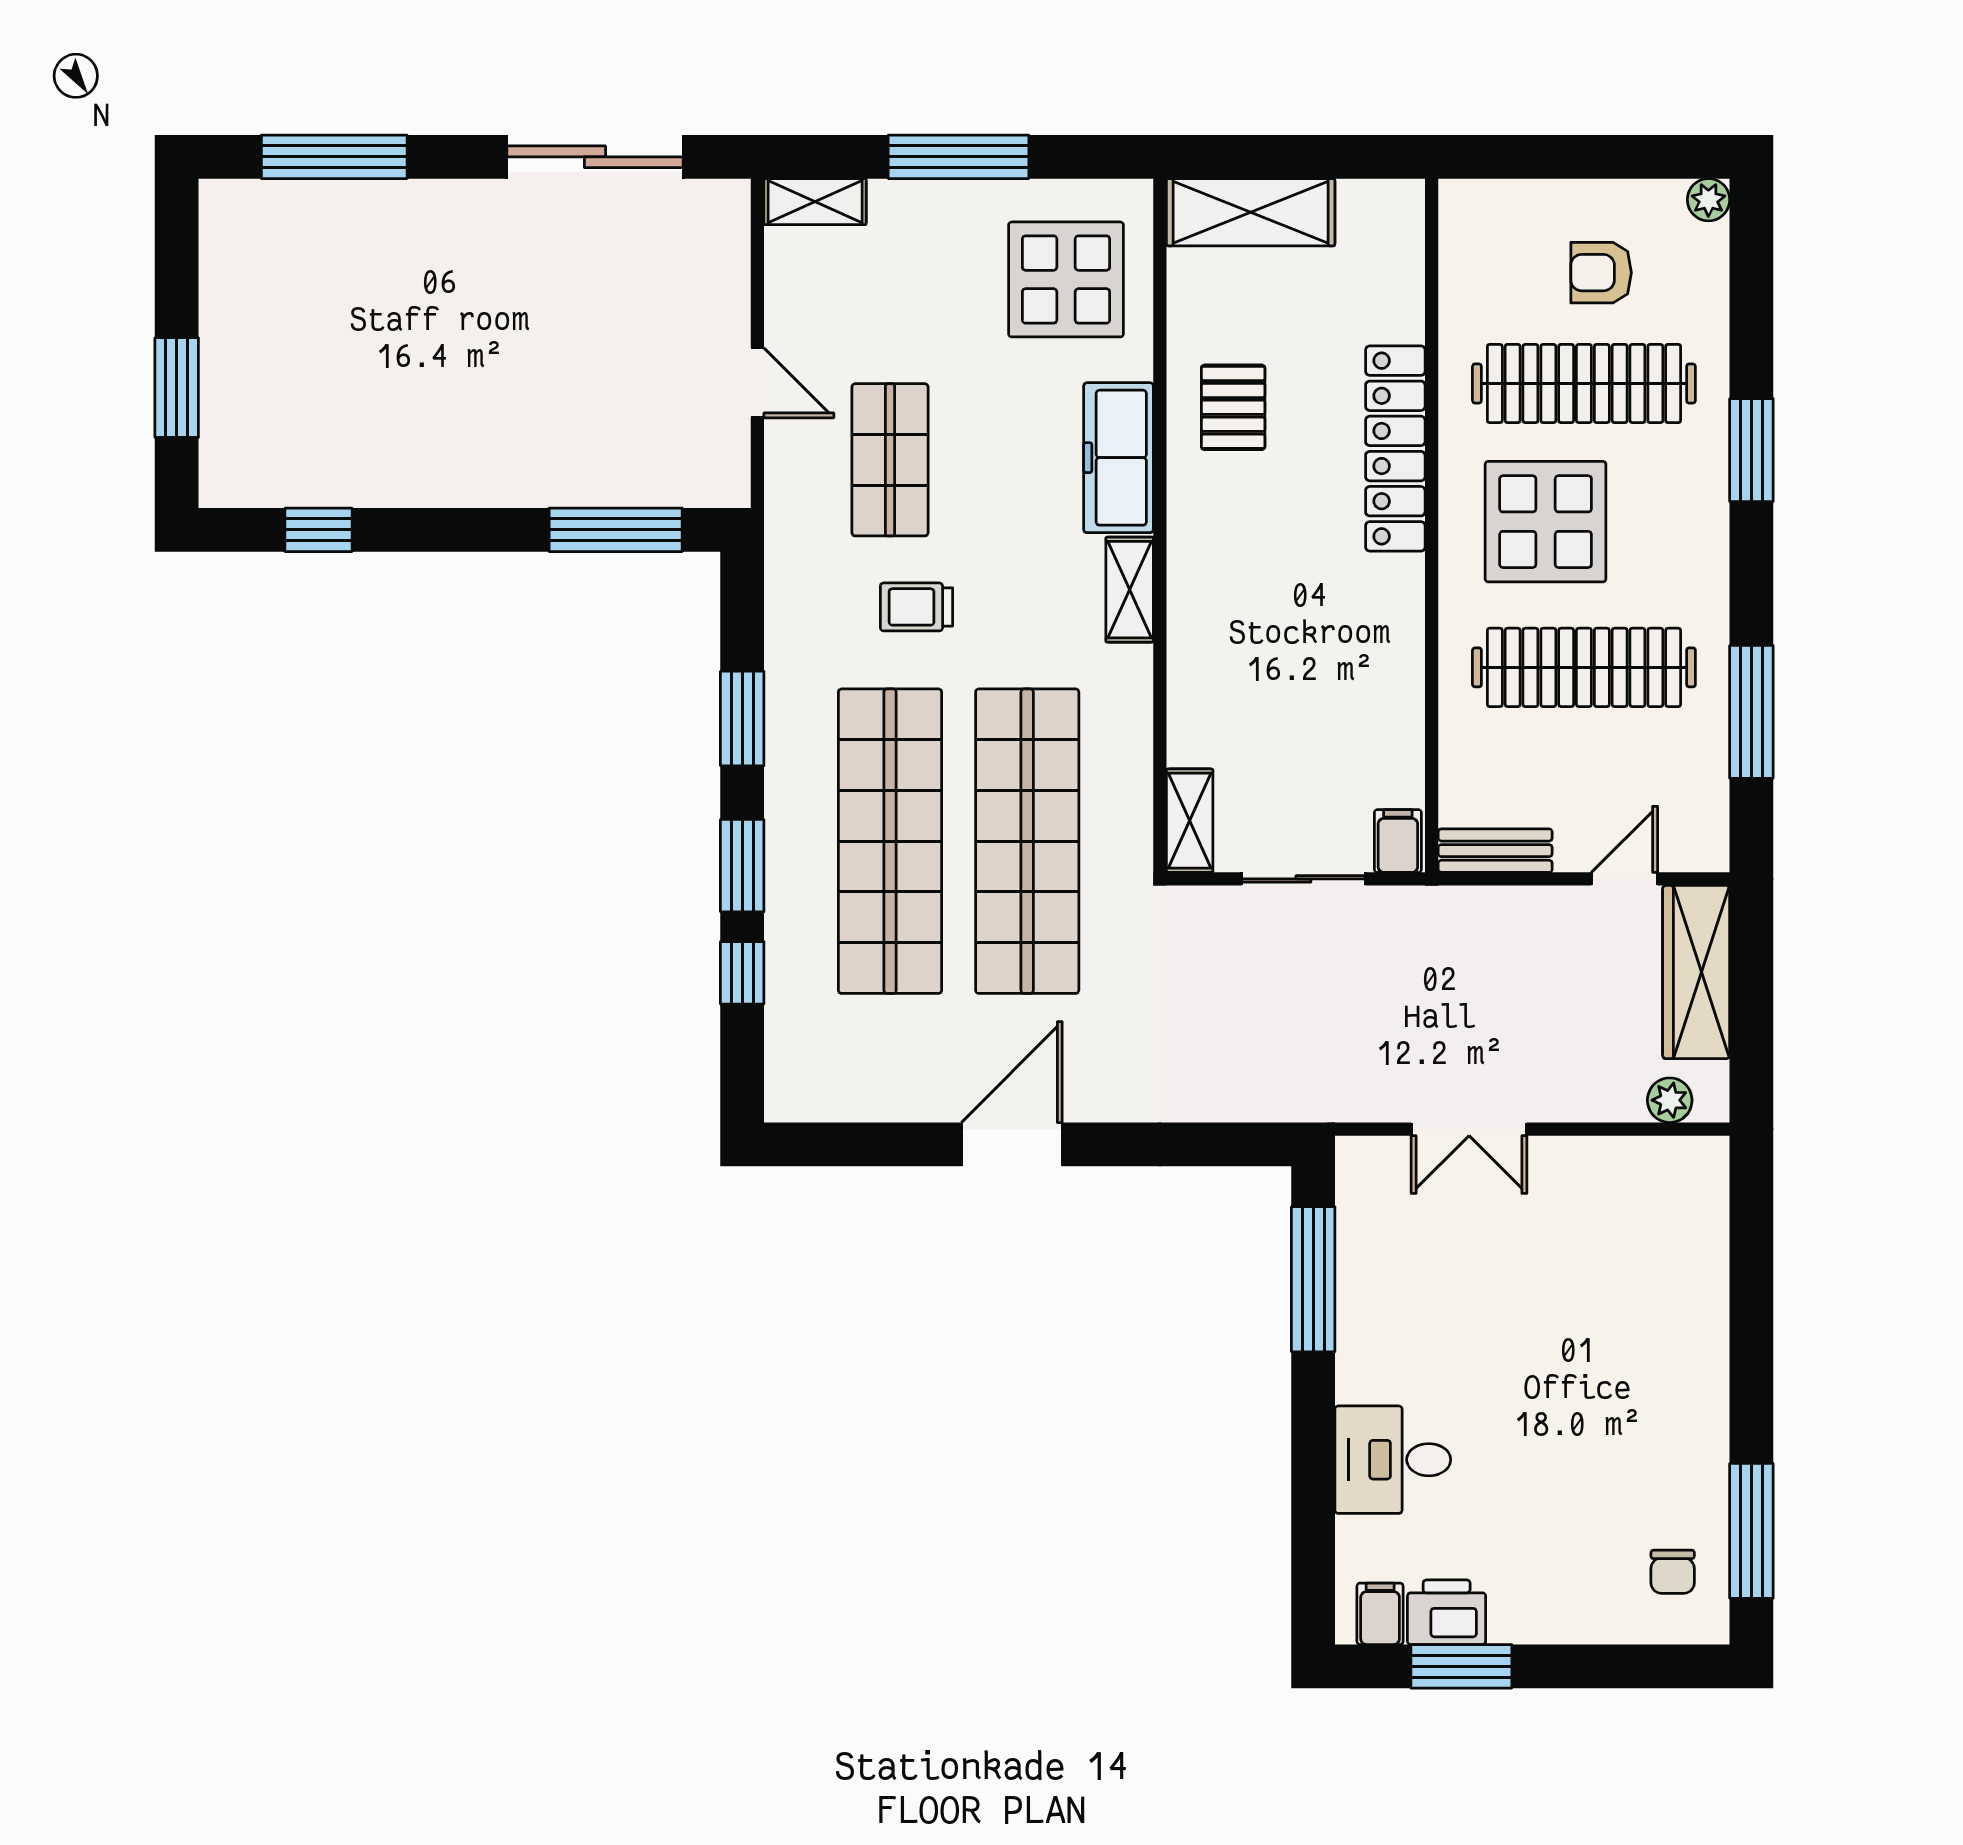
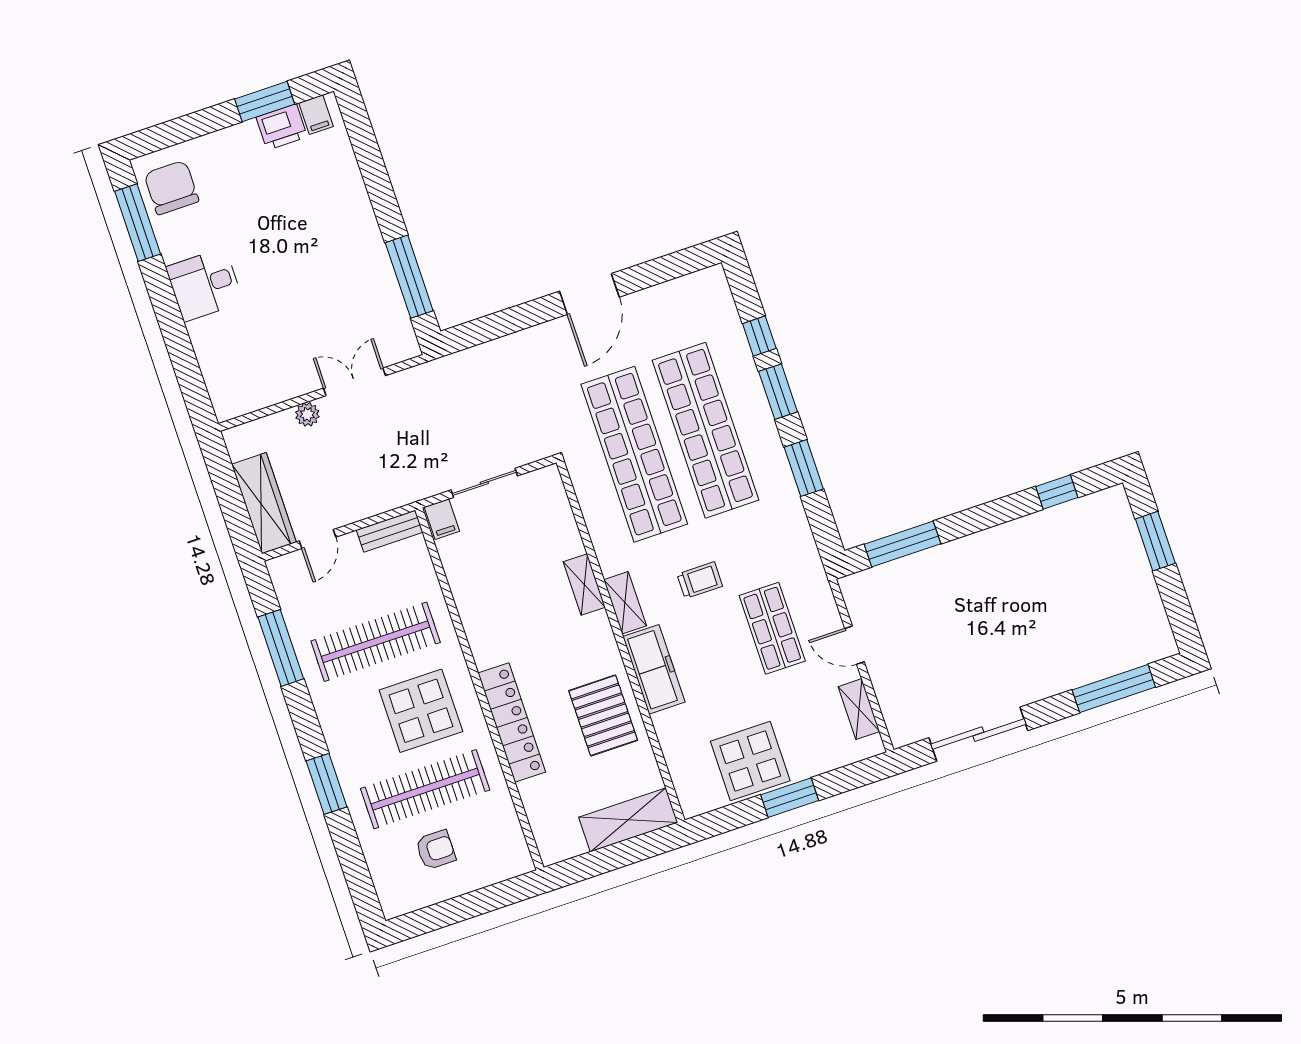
window: (958, 157) -> (790, 798), width x0.69
plant: (1708, 200) -> (393, 906), removed
shelving: (815, 202) -> (859, 709), moved, turned 90
display table: (1066, 279) -> (750, 761), moved
pallet: (1233, 407) -> (603, 715), width x1.50, depth x1.42
trolley: (917, 607) -> (700, 580), moved
shelving: (1190, 821) -> (584, 584), moved
plant: (1670, 1100) -> (307, 414), moved
desk: (1393, 1460) -> (205, 285), moved, turned 180
chair: (1673, 1572) -> (171, 188), width x1.87, depth x1.87

